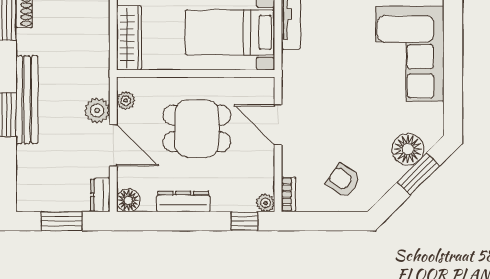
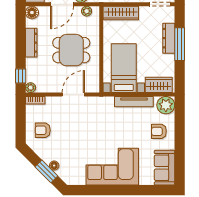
dining table: (197, 128) -> (71, 50), turned 90
floor lamp: (408, 149) -> (54, 166), width x0.53, depth x0.53
armchair: (343, 181) -> (43, 130), turned -125

